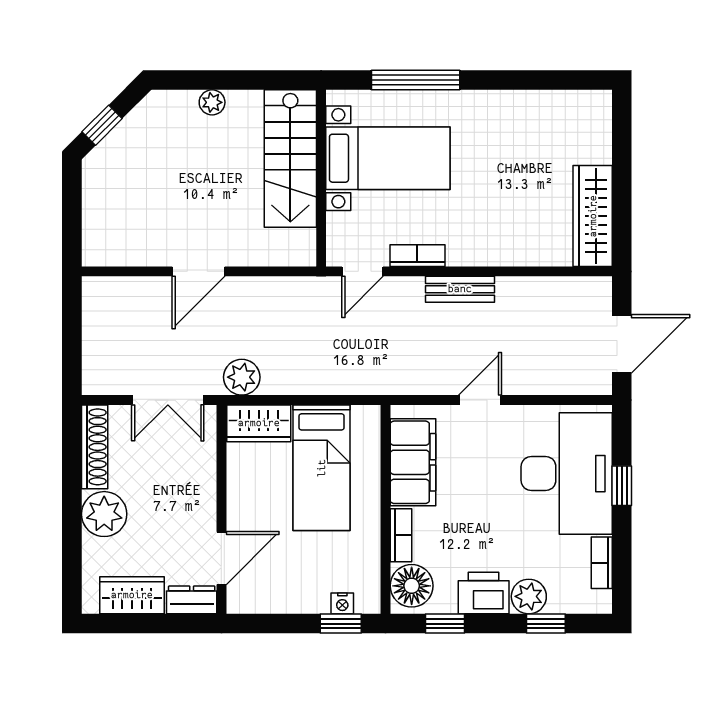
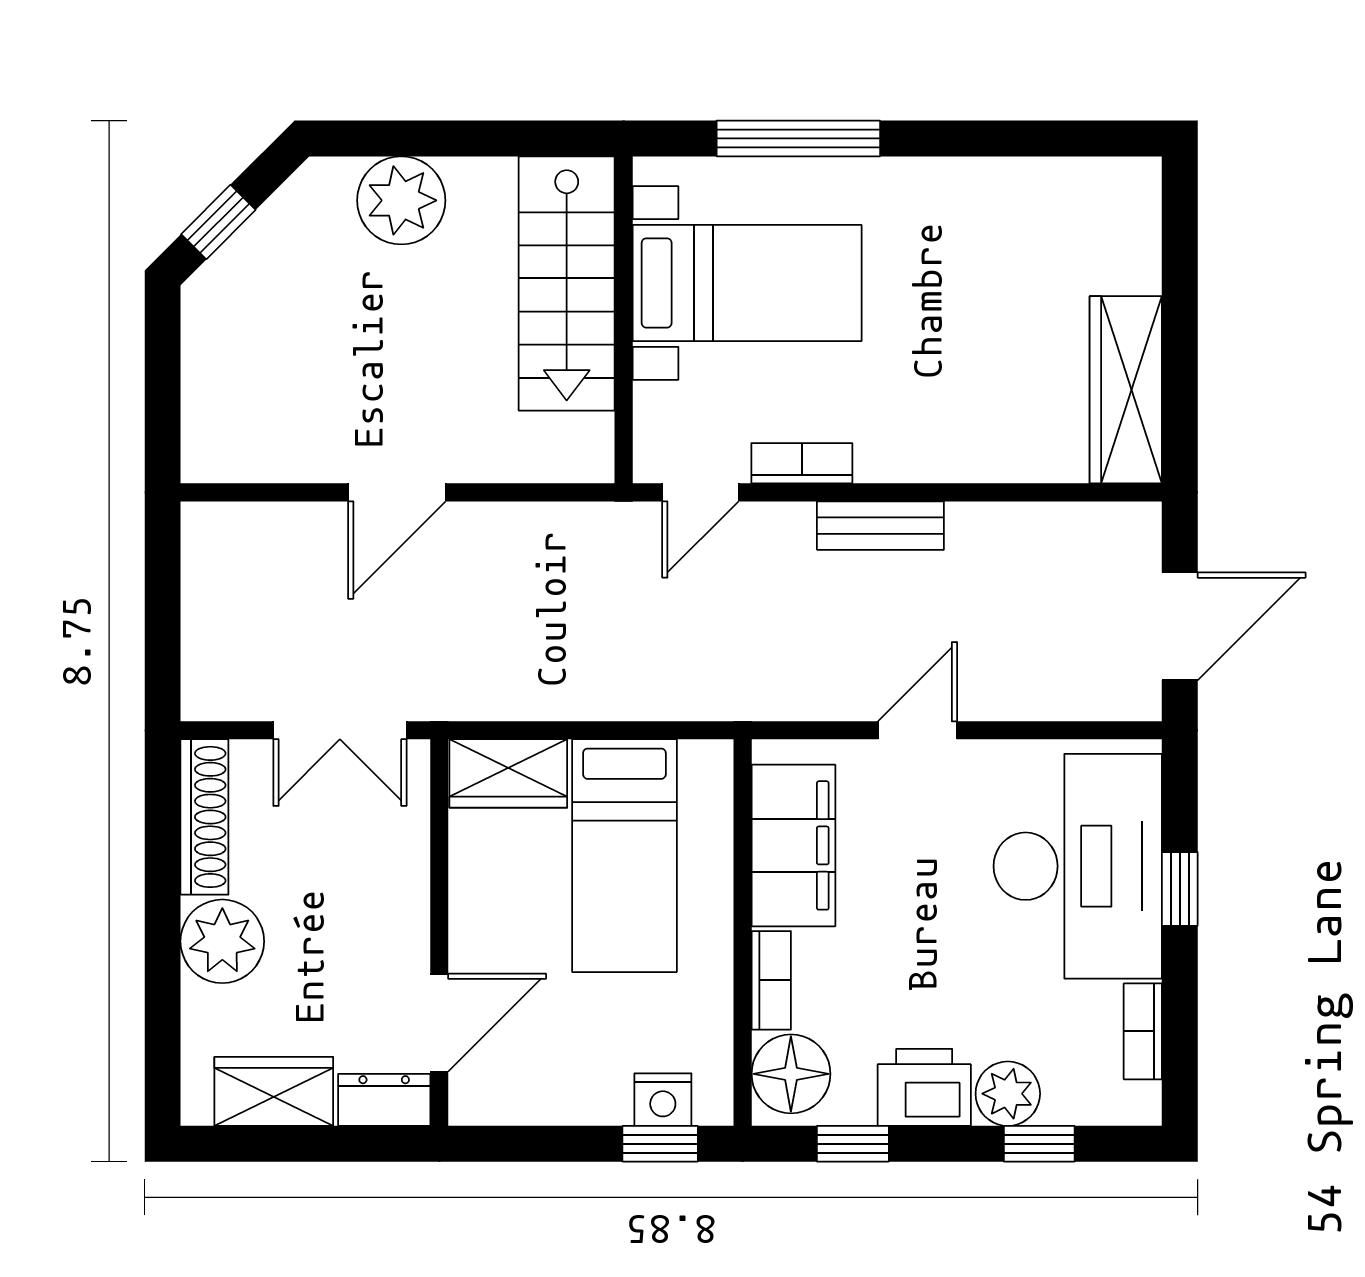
plant: (212, 102) -> (401, 200), width x1.88, depth x1.88
plant: (242, 377) -> (477, 688), removed
nightstand: (342, 603) -> (663, 1100), width x1.39, depth x1.35

